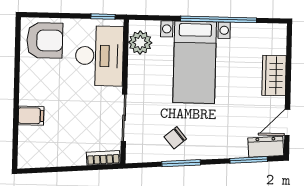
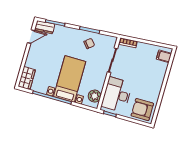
wardrobe: (274, 75) -> (27, 78), moved
filing cabinet: (31, 116) -> (164, 56), moved

